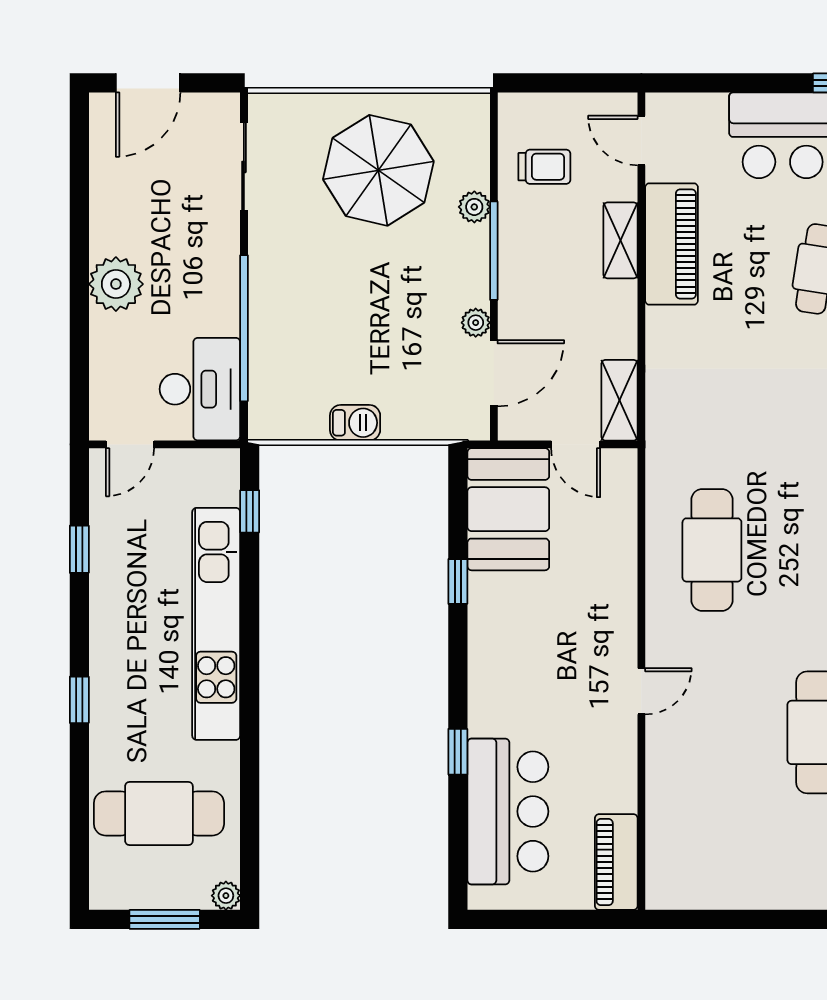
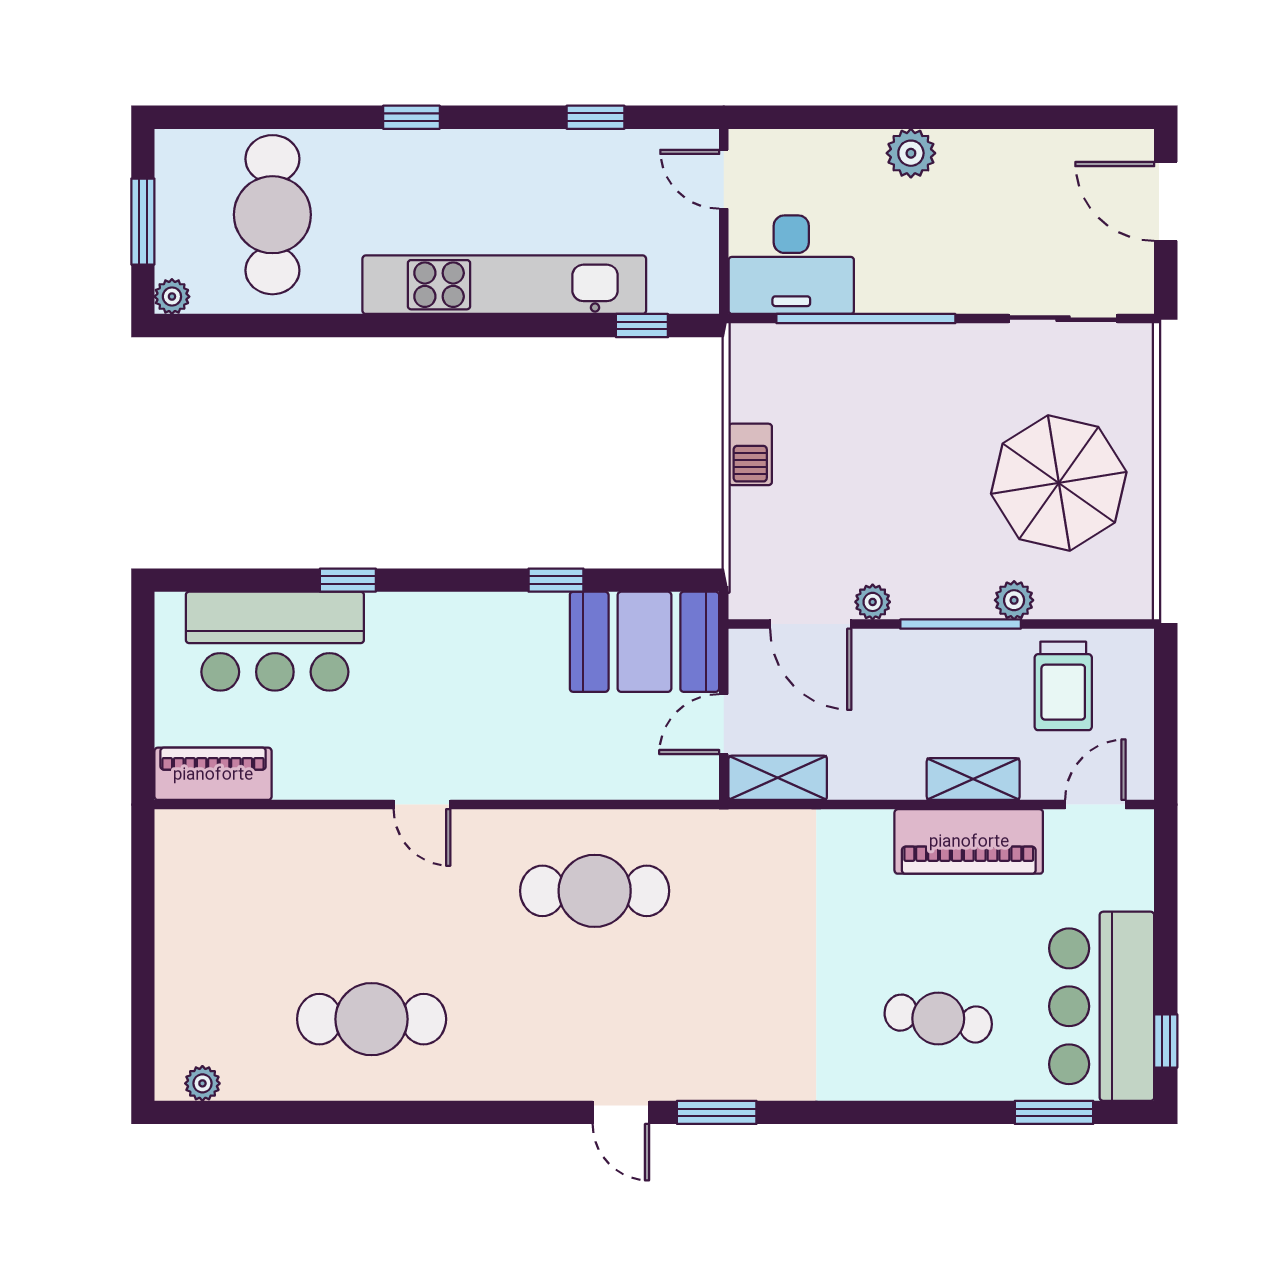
trolley: (544, 167) -> (1063, 686), width x1.36, depth x1.39
plant: (116, 284) -> (911, 153), width x0.73, depth x0.73

